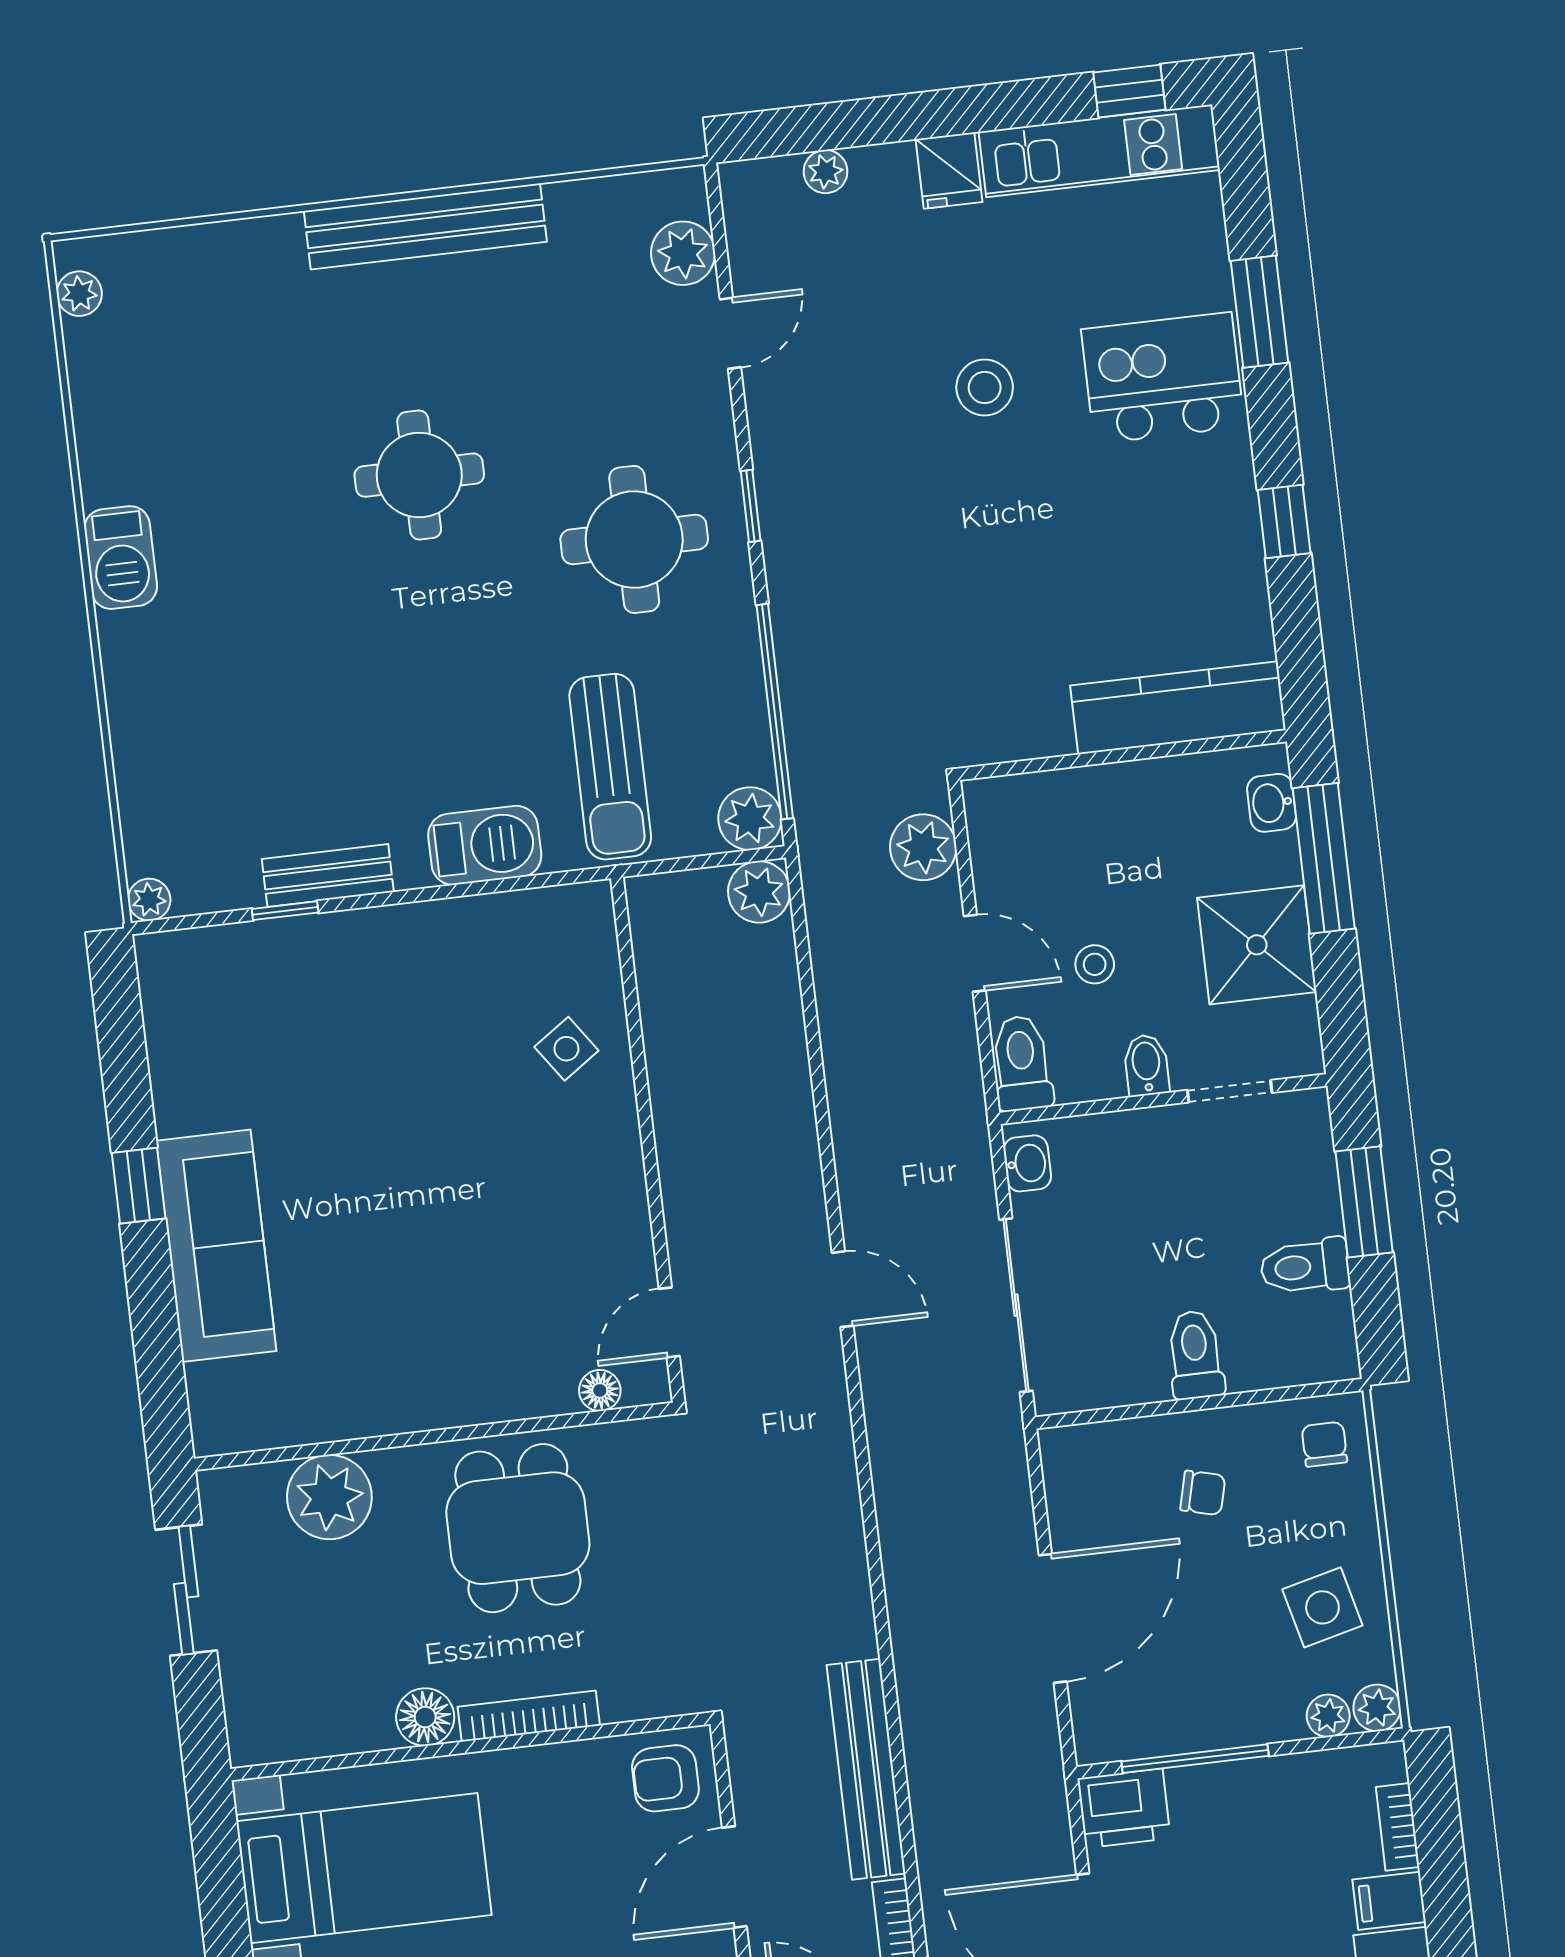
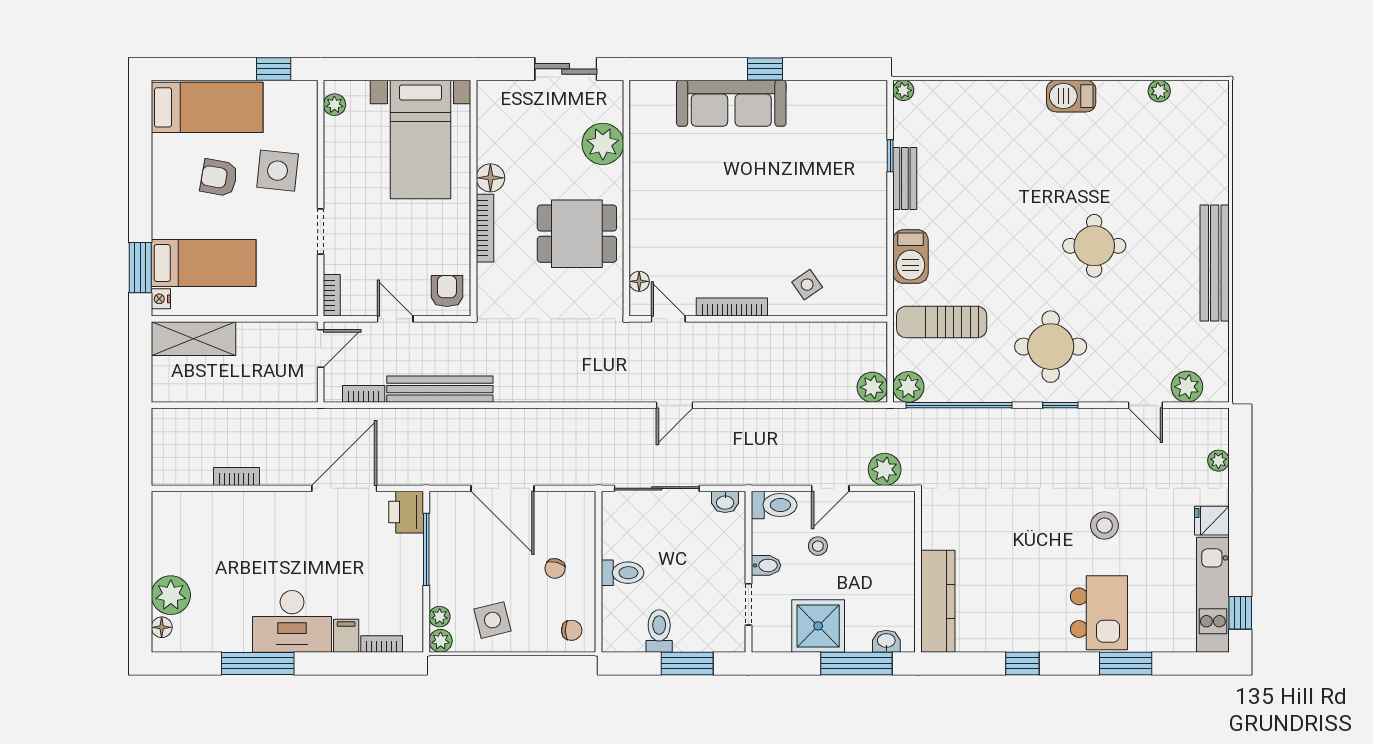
plant: (79, 294) -> (1159, 91), moved
bookcase: (630, 1196) -> (732, 307), added
door: (734, 1877) -> (395, 319), width x0.73

